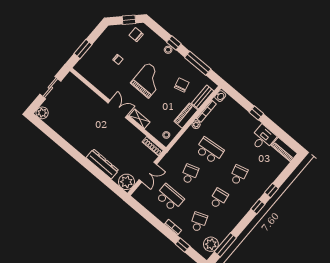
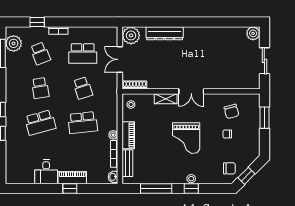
chair: (182, 85) -> (231, 111), moved
piano: (284, 149) -> (72, 178), moved
school desk: (238, 175) -> (40, 123), width x1.85

